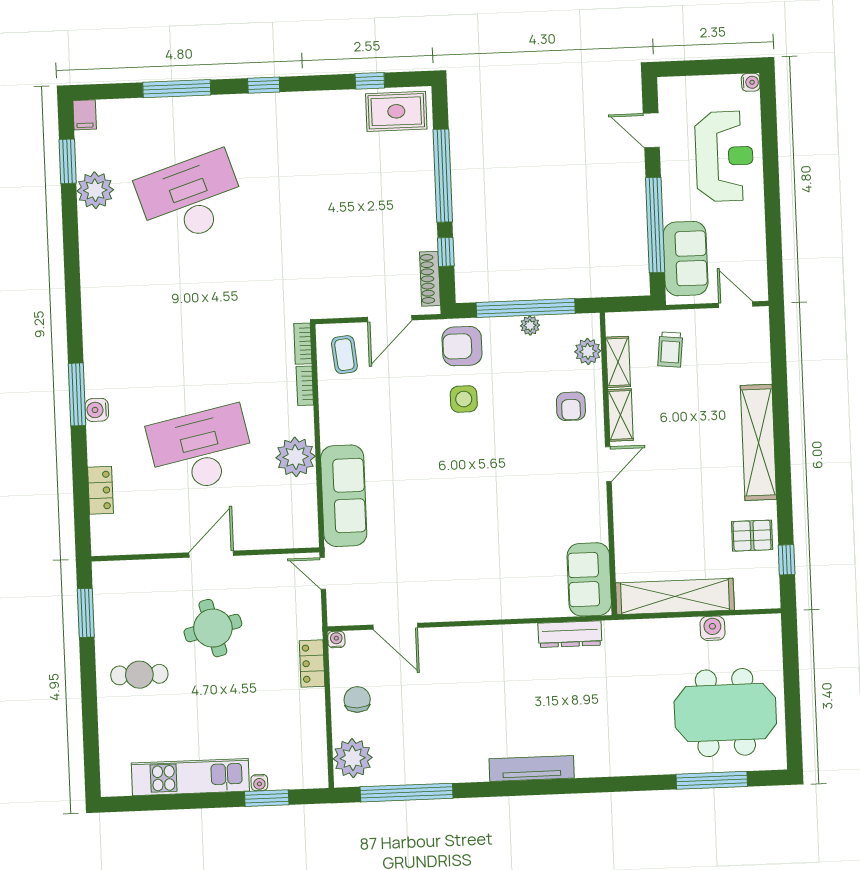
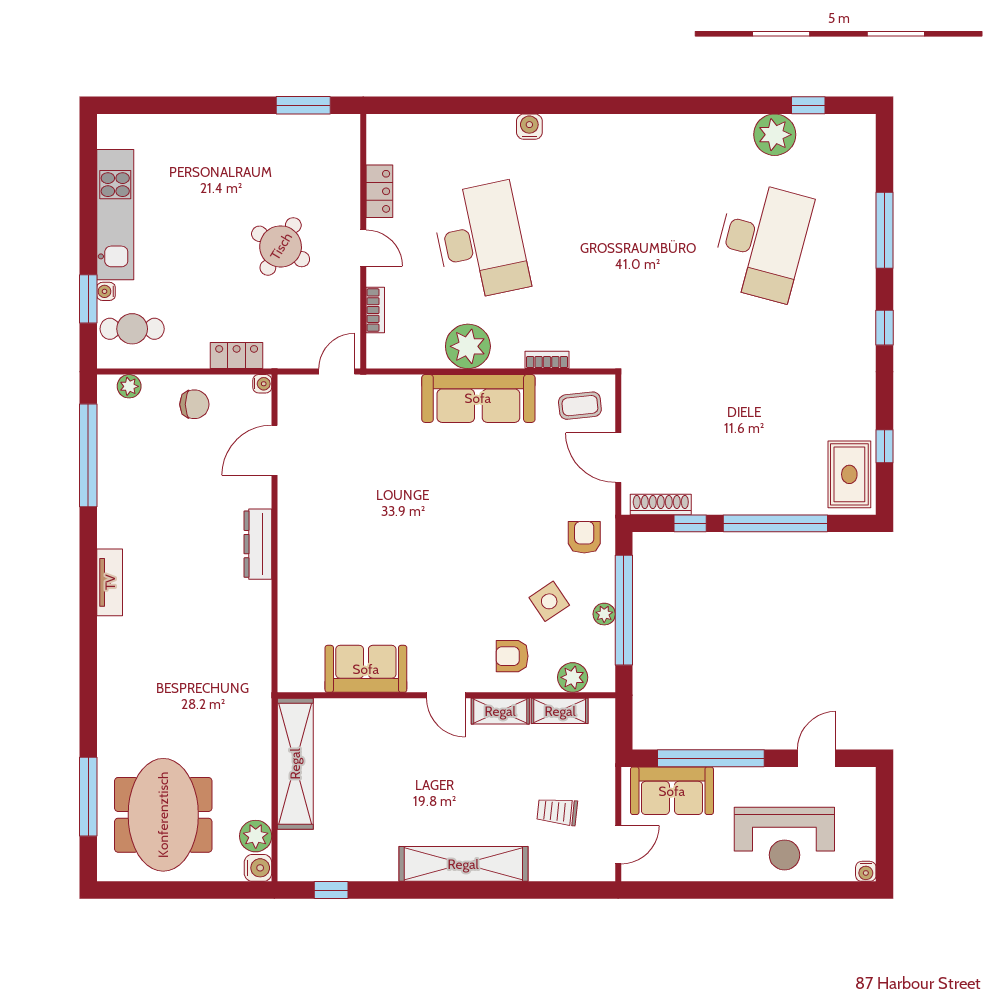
filing cabinet: (85, 115) -> (859, 126), removed
window: (68, 161) -> (808, 105), width x0.67
desk: (191, 198) -> (762, 241), turned 33
bookcase: (303, 344) -> (375, 310), moved, turned 90
armchair: (462, 346) -> (584, 537), width x0.72, depth x0.72
trolley: (670, 349) -> (557, 812), moved
window: (77, 394) -> (547, 105), removed
side table: (464, 399) -> (549, 601), moved, turned -34
locker: (100, 490) -> (379, 191), moved, turned -90
sofa: (344, 496) -> (478, 398), moved
pallet: (752, 536) -> (360, 853), removed
door: (211, 554) -> (363, 248), width x0.73
sofa: (589, 579) -> (366, 669), moved
round table: (213, 628) -> (281, 246), turned 45
water cooler: (712, 628) -> (258, 868), moved
plant: (741, 629) -> (256, 836), added
dresser: (570, 634) -> (258, 544), moved
cafe table: (139, 675) -> (132, 329), moved, turned 90
plant: (353, 758) -> (129, 386), width x0.53, depth x0.53
tv unit: (532, 768) -> (110, 582), width x0.71

